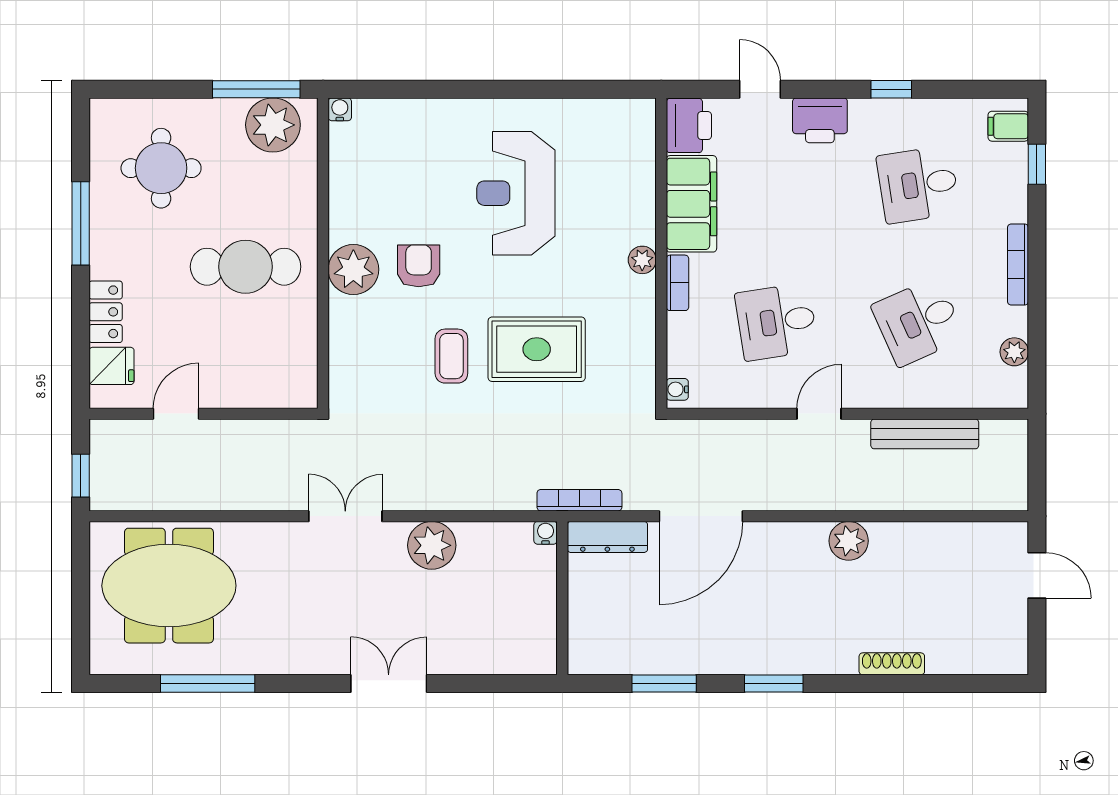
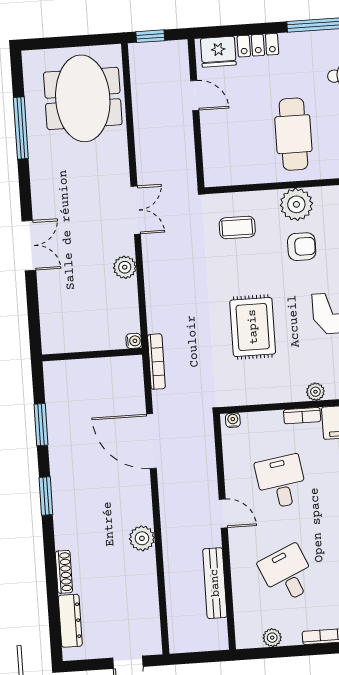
coffee table: (451, 356) -> (237, 228), moved
fridge: (112, 366) -> (218, 52), width x1.38
dresser: (607, 537) -> (70, 621), moved, turned 180
plant: (432, 545) -> (125, 267), width x0.73, depth x0.73

